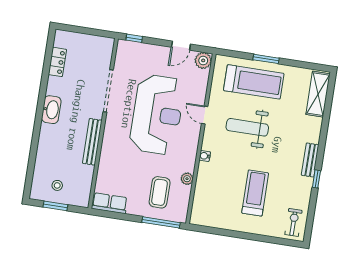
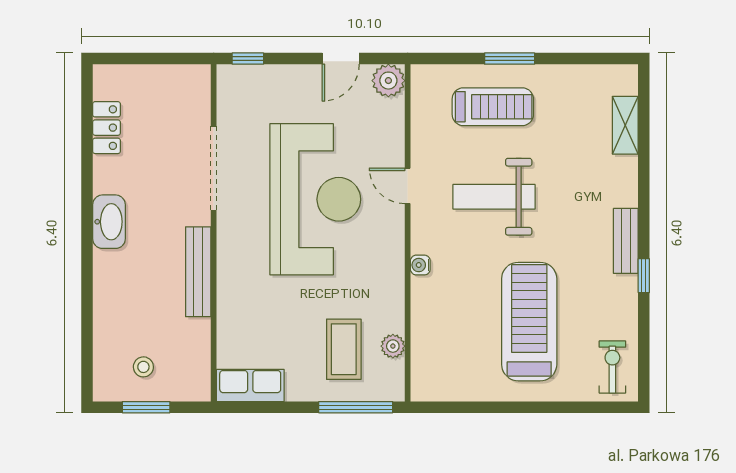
treadmill: (254, 82) -> (493, 107), width x0.73, depth x0.73
shelving: (318, 94) -> (625, 125), width x0.67, depth x0.75
plant: (187, 179) -> (393, 346), moved
treadmill: (255, 193) -> (529, 322), width x1.37, depth x1.38

